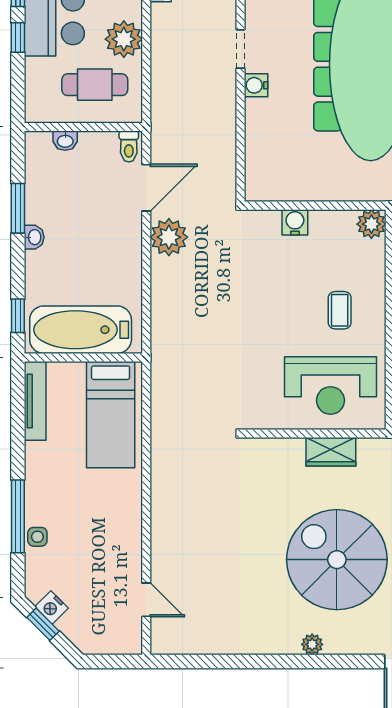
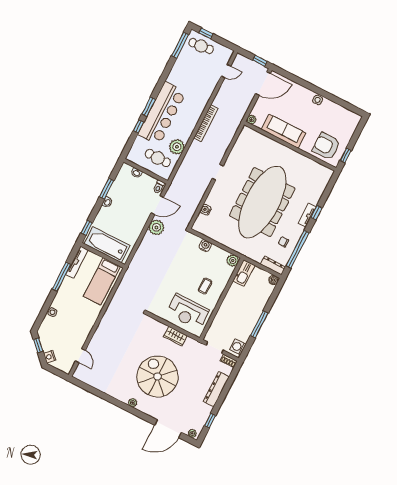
water cooler: (256, 85) -> (206, 210), moved
window: (18, 516) -> (62, 277), moved
nightstand: (52, 607) -> (50, 357), moved

